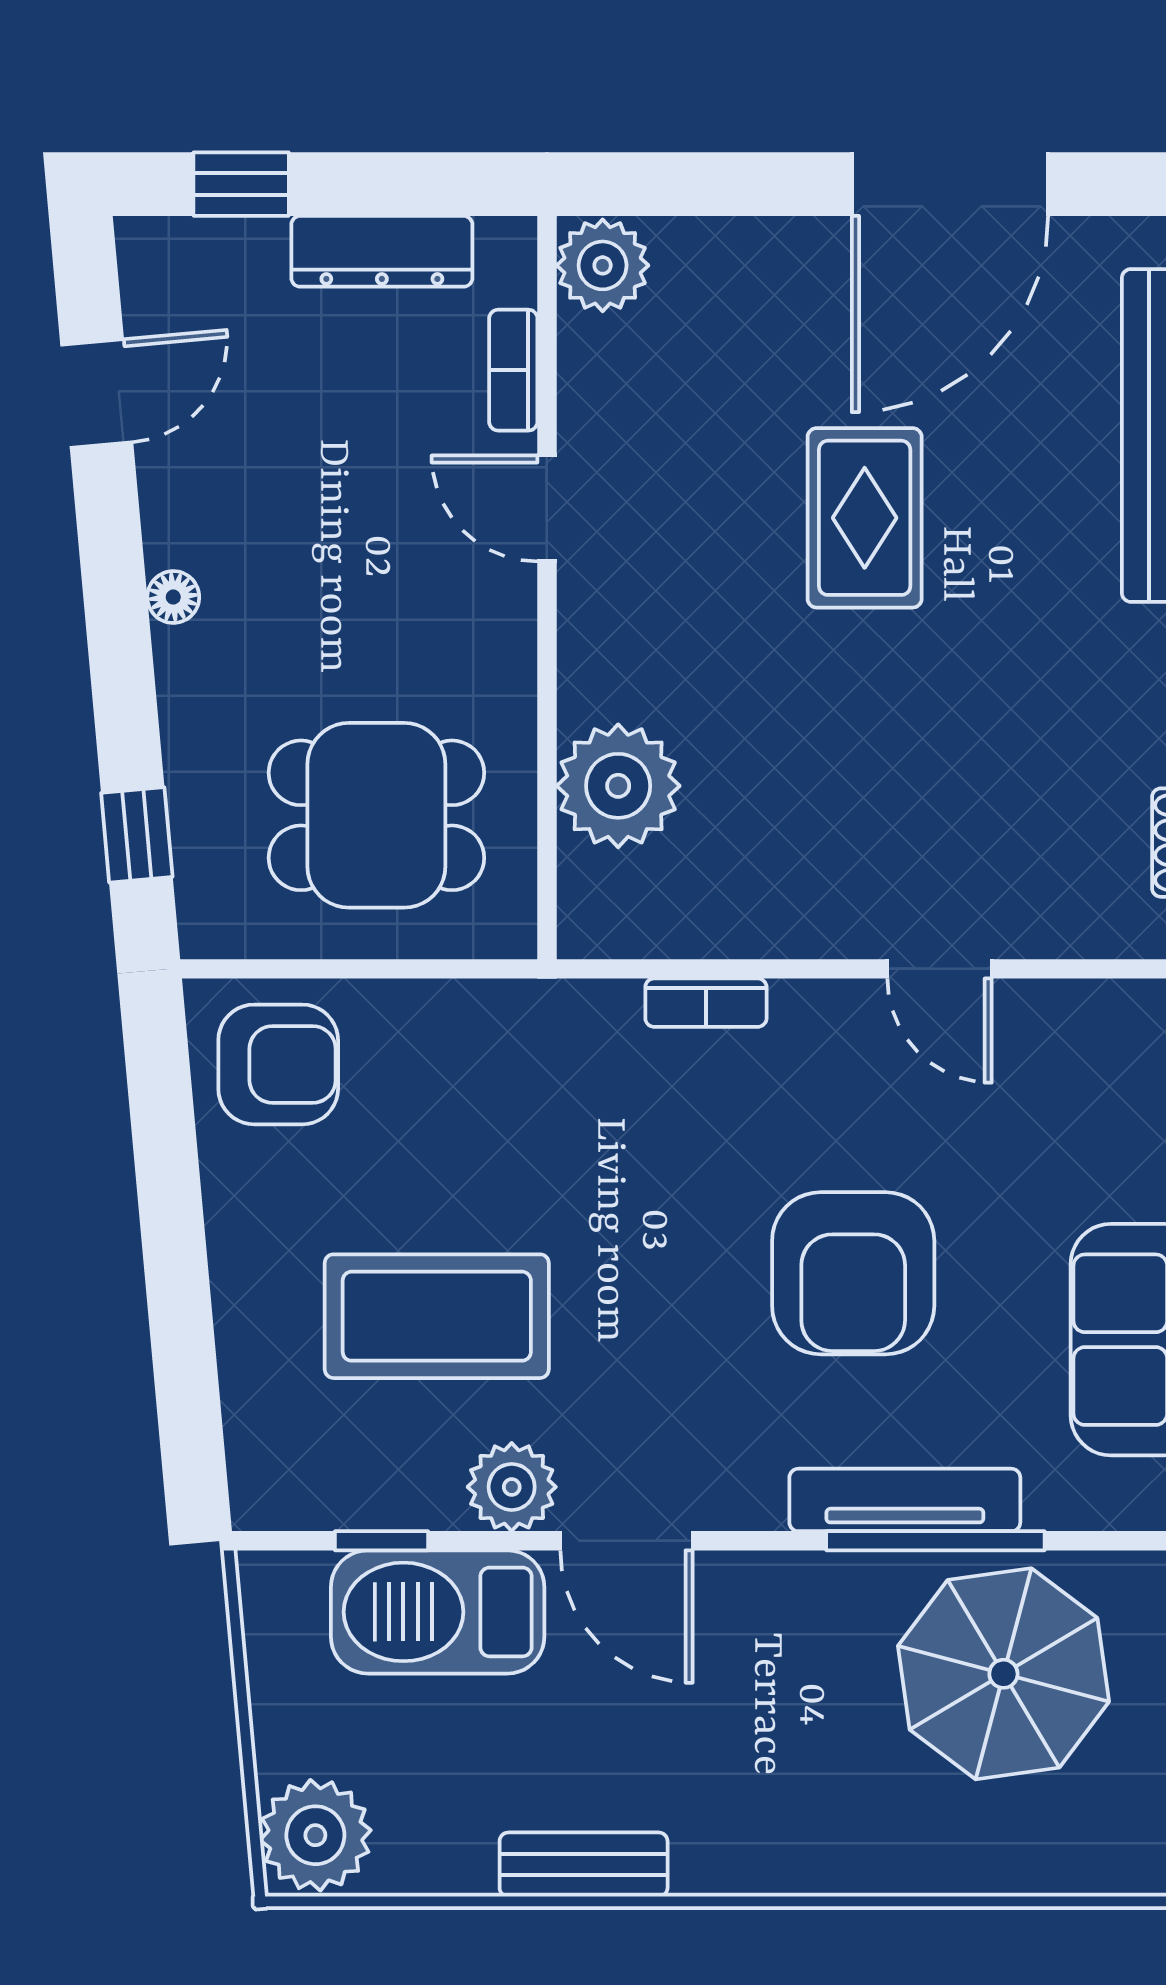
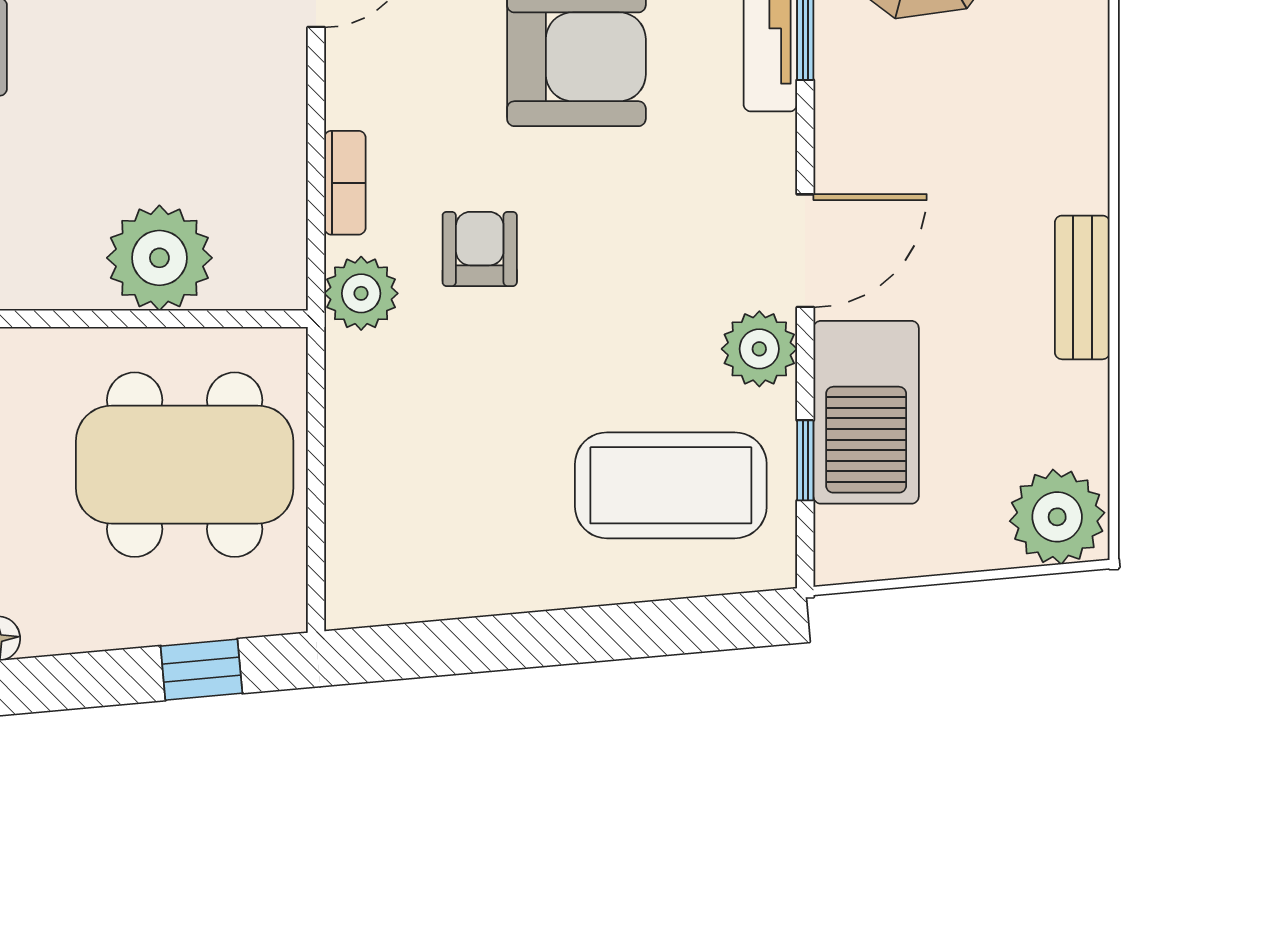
dining table: (376, 815) -> (185, 465), width x1.38
plant: (577, 1022) -> (361, 293), added
armchair: (278, 1064) -> (480, 249), moved, width x0.72, depth x0.72
coffee table: (437, 1316) -> (671, 485), moved, turned 90

